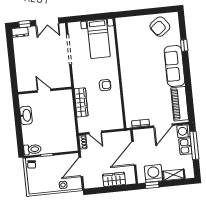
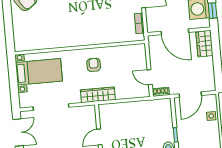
wardrobe: (81, 102) -> (98, 95), moved
door: (95, 133) -> (150, 77), swing flipped
door: (81, 167) -> (190, 95), hinge flipped
wardrobe: (114, 179) -> (204, 44), moved

